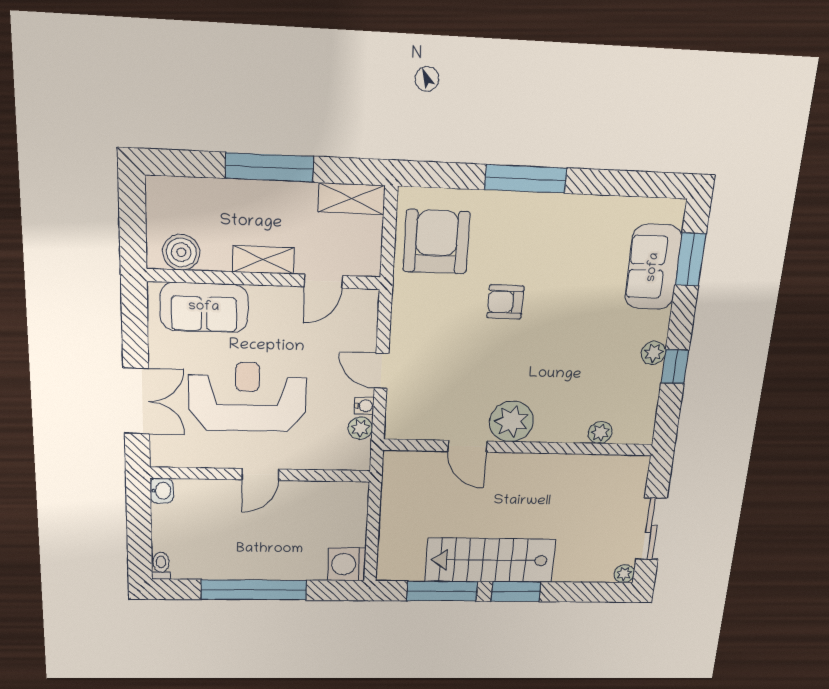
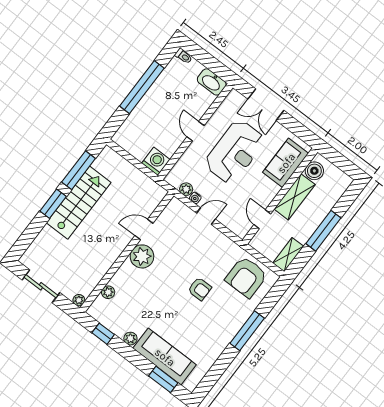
armchair: (436, 242) -> (246, 277), turned 90
shelving: (263, 260) -> (295, 197), width x1.50, depth x1.33
sofa: (653, 267) -> (165, 357), width x1.36
armchair: (505, 302) -> (200, 289), turned 90
window: (675, 367) -> (103, 334), moved
washbasin: (162, 491) -> (212, 82), width x1.91, depth x1.45
washing machine: (347, 564) -> (156, 161), moved
plant: (624, 574) -> (79, 300), moved

